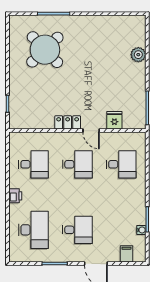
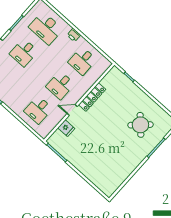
round table: (45, 50) -> (140, 125), width x0.73, depth x0.73
plant: (138, 55) -> (91, 174), removed
locker: (68, 122) -> (92, 97), width x1.53

